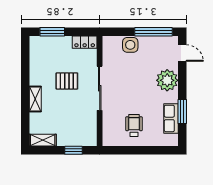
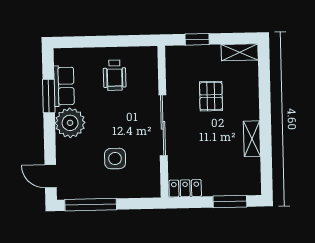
side table: (130, 45) -> (115, 159), moved
plant: (167, 80) -> (70, 123), moved
pallet: (67, 81) -> (211, 96), moved, turned 90
shelving: (35, 99) -> (252, 139), moved

